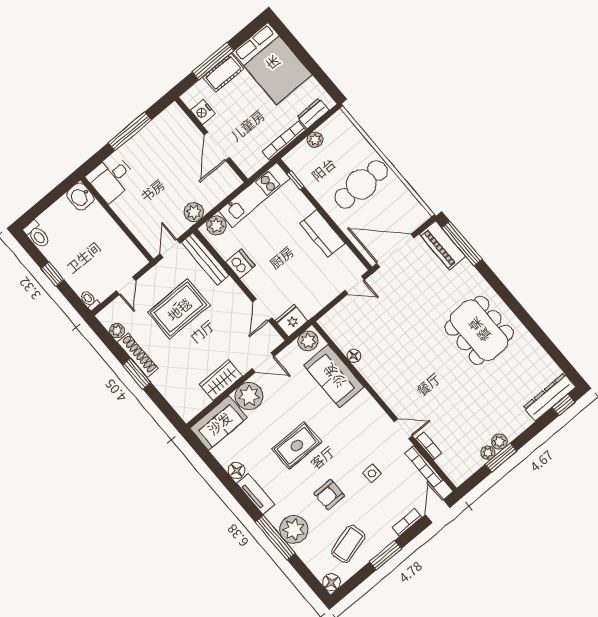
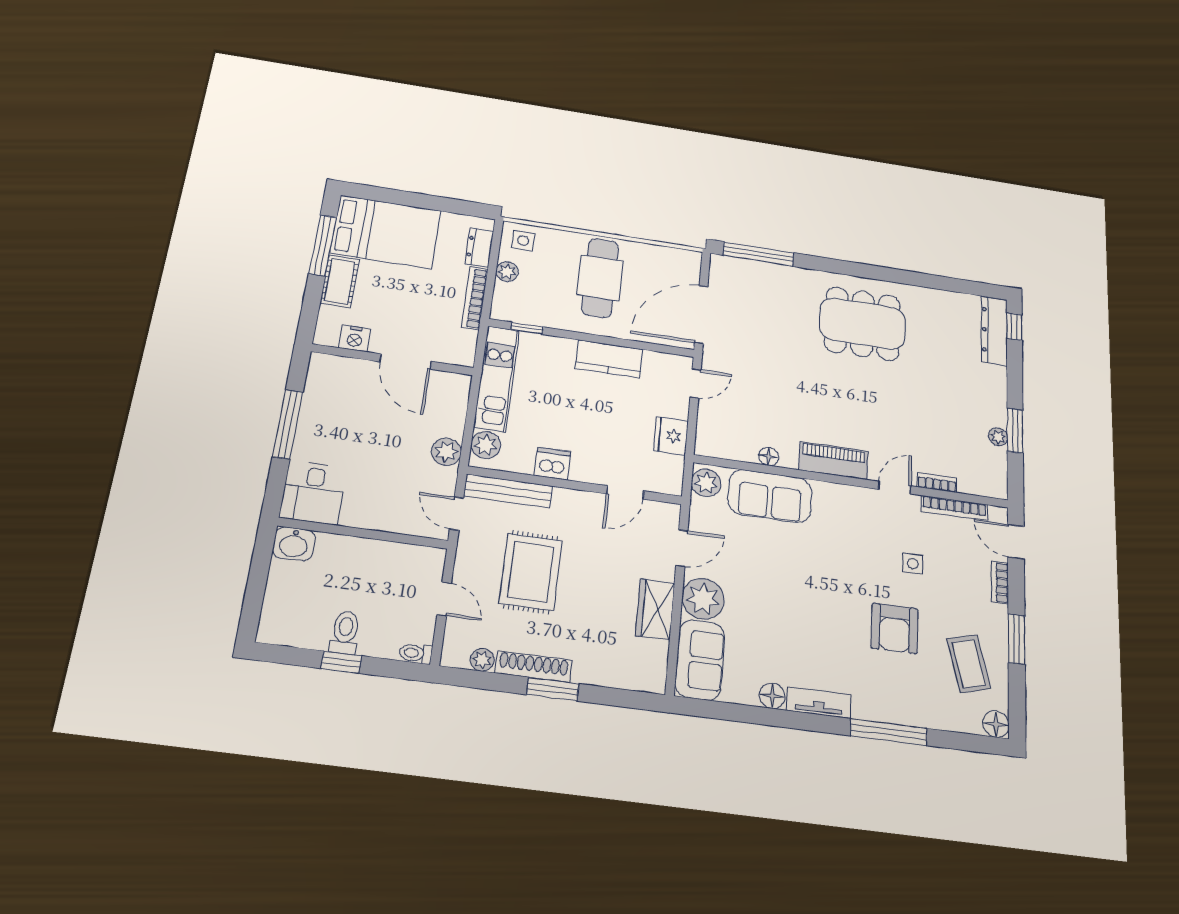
window: (213, 61) -> (323, 245), moved
side table: (340, 129) -> (523, 241), added
toilet: (37, 235) -> (345, 632), moved, turned -90
piano: (443, 245) -> (834, 461), moved, turned 180
door: (262, 310) -> (625, 492), hinge flipped
fridge: (292, 321) -> (671, 436), moved
plant: (499, 442) -> (997, 416), removed
rug: (297, 446) -> (808, 606), removed
armchair: (329, 495) -> (895, 628), width x1.38, depth x1.38
plant: (294, 529) -> (898, 703), removed

